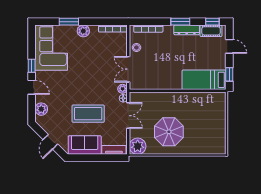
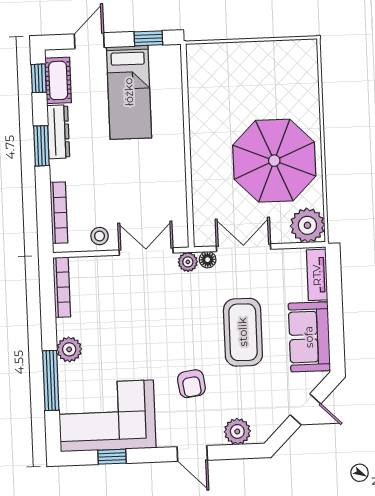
window: (69, 22) -> (51, 380), width x1.44
window: (32, 66) -> (112, 457), moved
double door: (128, 69) -> (146, 252), swing flipped
bed: (204, 80) -> (129, 92), moved
door: (32, 87) -> (192, 453), swing flipped
armchair: (65, 88) -> (191, 384), added
parasol: (169, 132) -> (274, 161), width x1.36, depth x1.36

